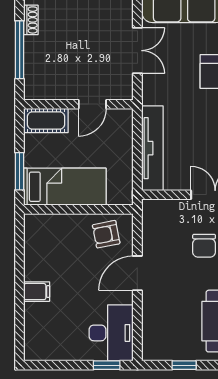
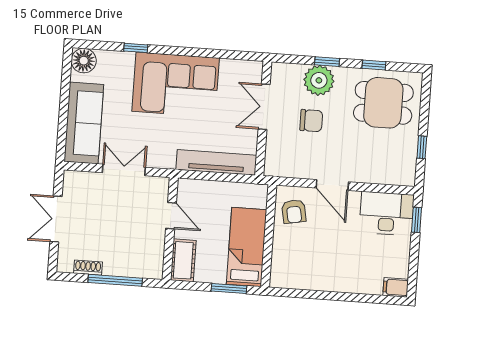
filing cabinet: (37, 292) -> (396, 287), moved, turned -90

